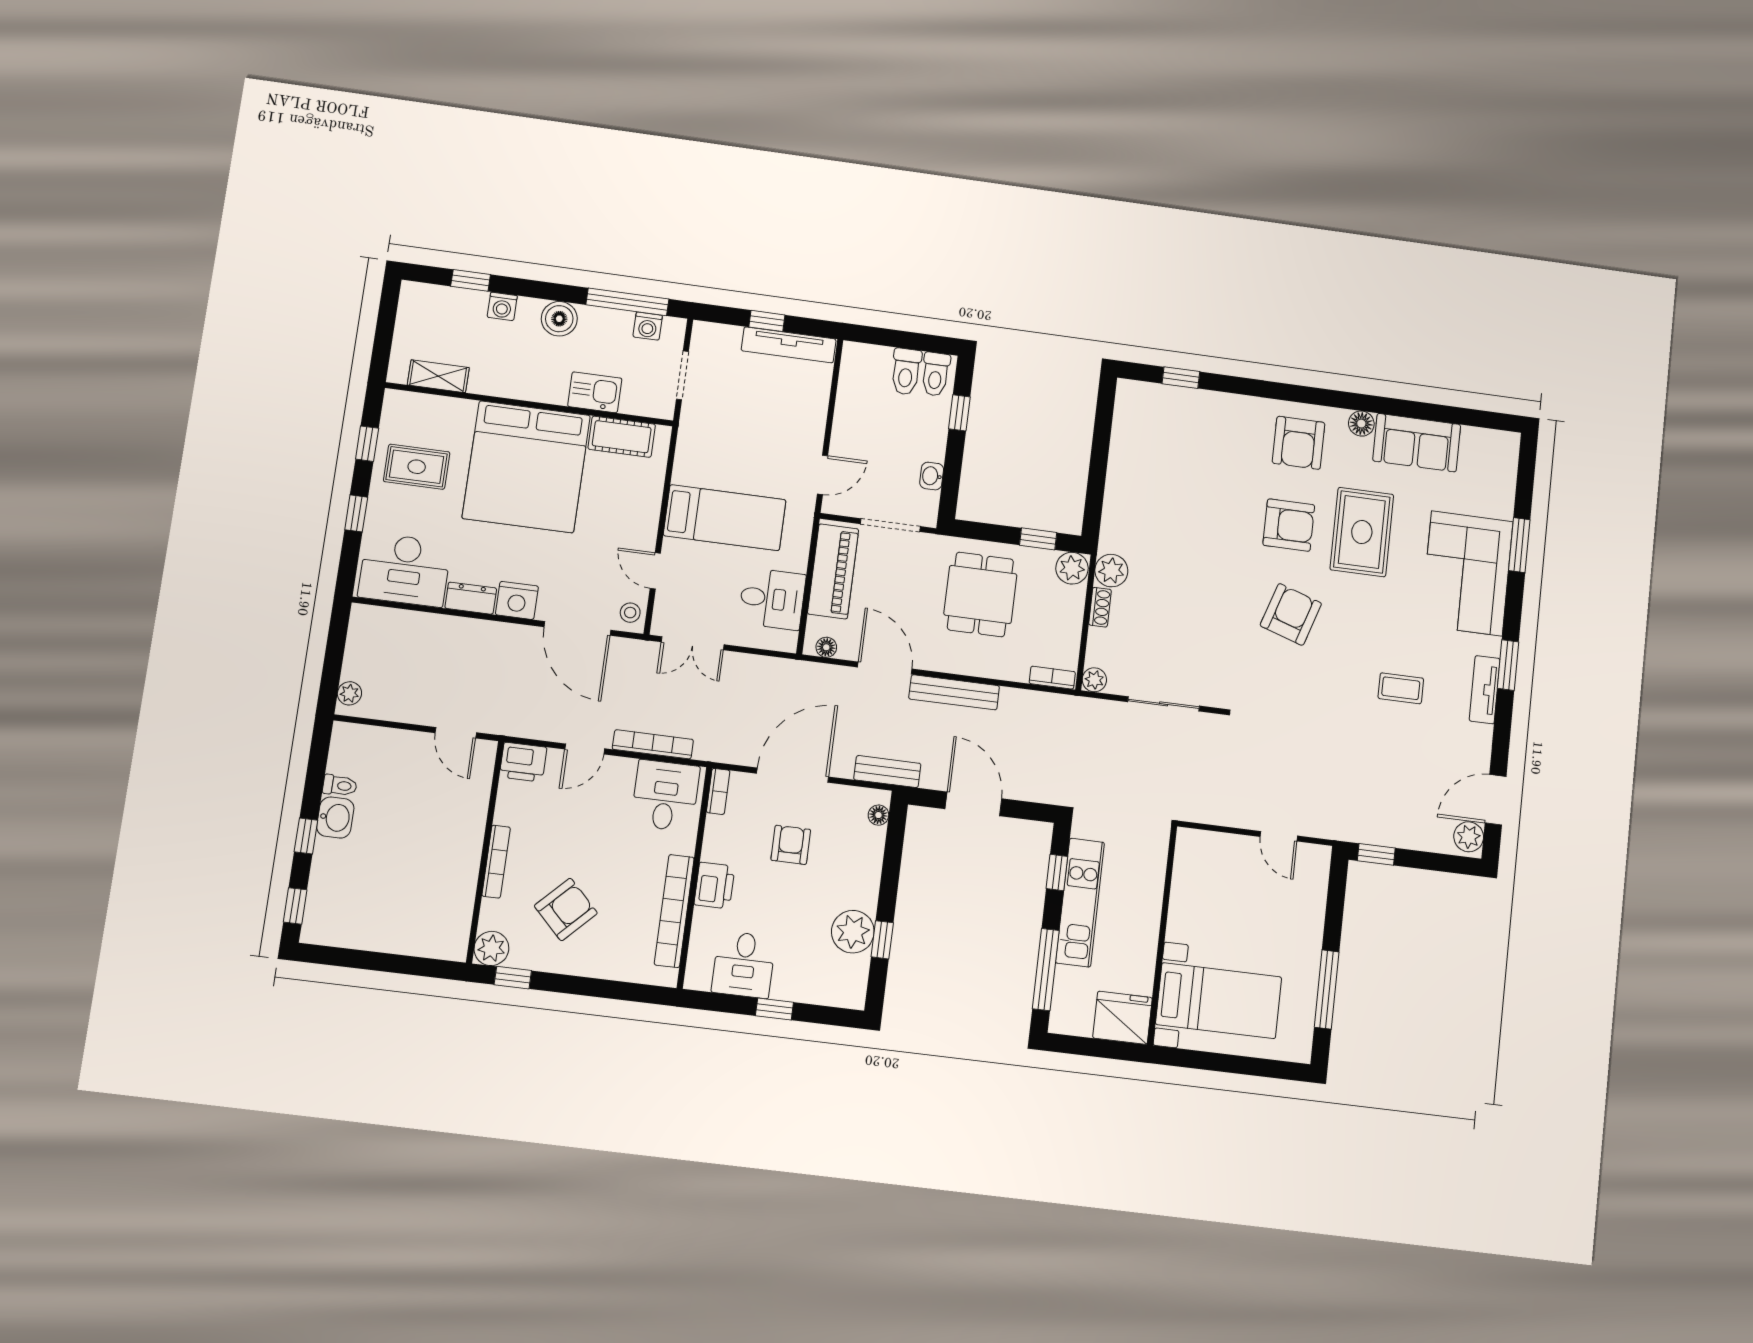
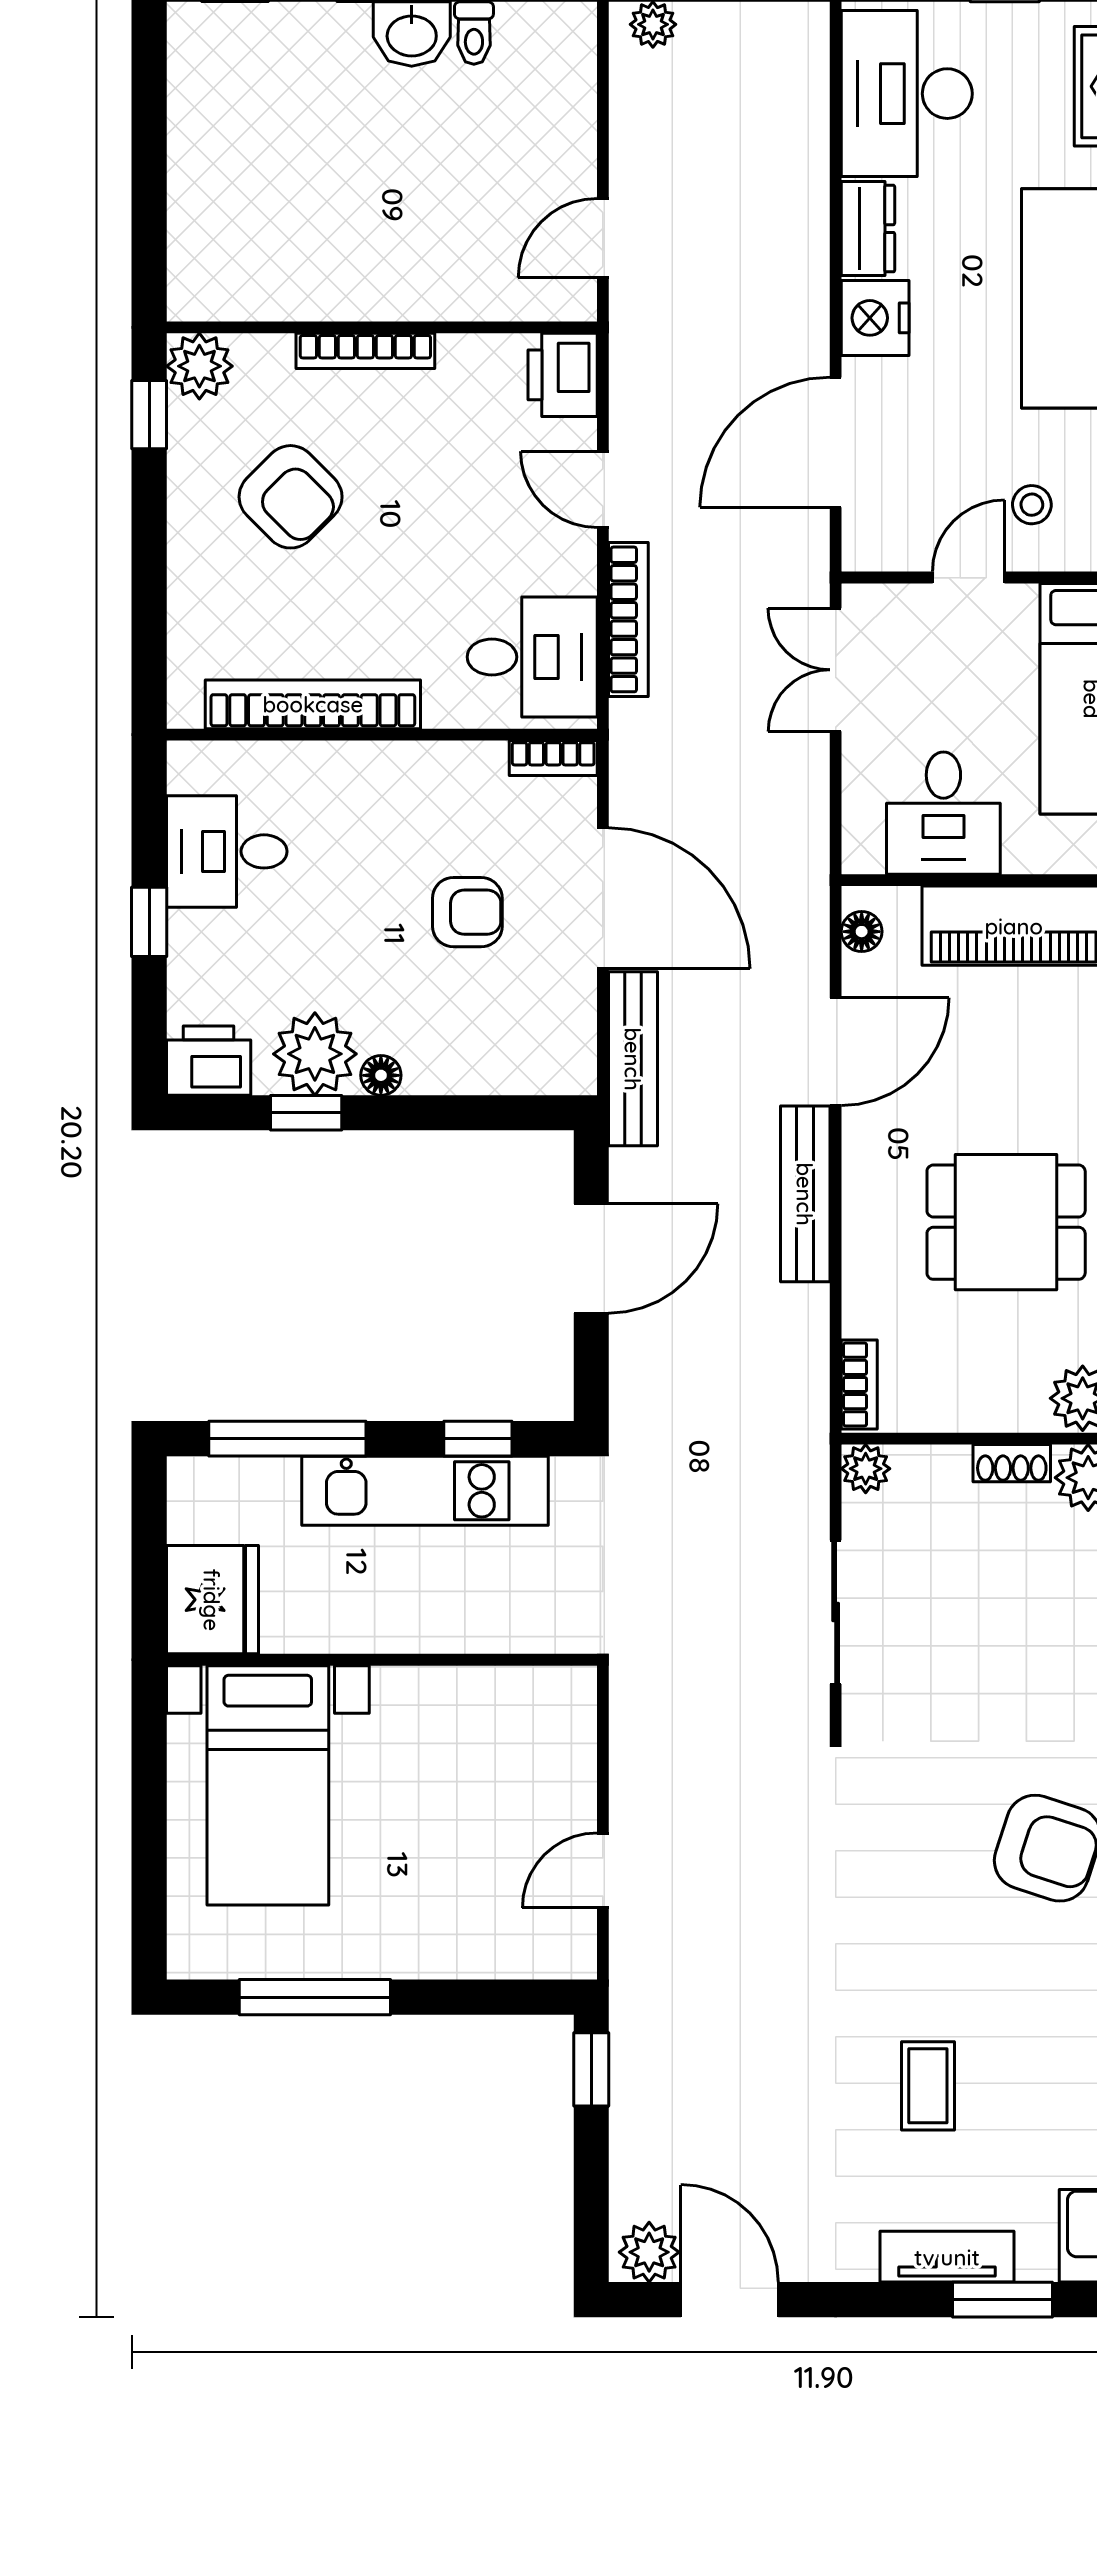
stool: (630, 613) -> (1032, 505), moved
bench: (887, 772) -> (633, 1059), width x1.36
floor lamp: (878, 815) -> (381, 1075), moved
printer: (714, 885) -> (209, 1061), moved, turned 180

